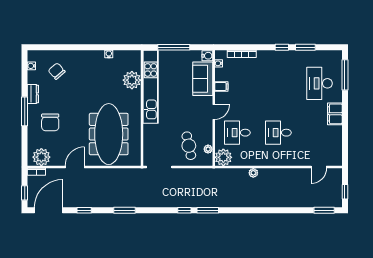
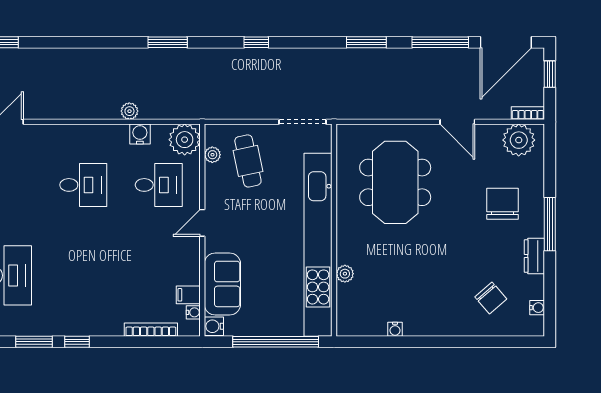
window: (174, 47) -> (276, 342), width x1.46
plant: (132, 80) -> (345, 274), width x0.53, depth x0.53
filing cabinet: (221, 86) -> (188, 295), moved
kitchen unit: (151, 87) -> (318, 245), width x1.36
meeting table: (109, 134) -> (395, 182), width x0.73
water cooler: (248, 160) -> (140, 134), added
door: (75, 167) -> (457, 122), hinge flipped
window: (84, 210) -> (440, 42), width x2.17
window: (208, 210) -> (168, 42), moved

